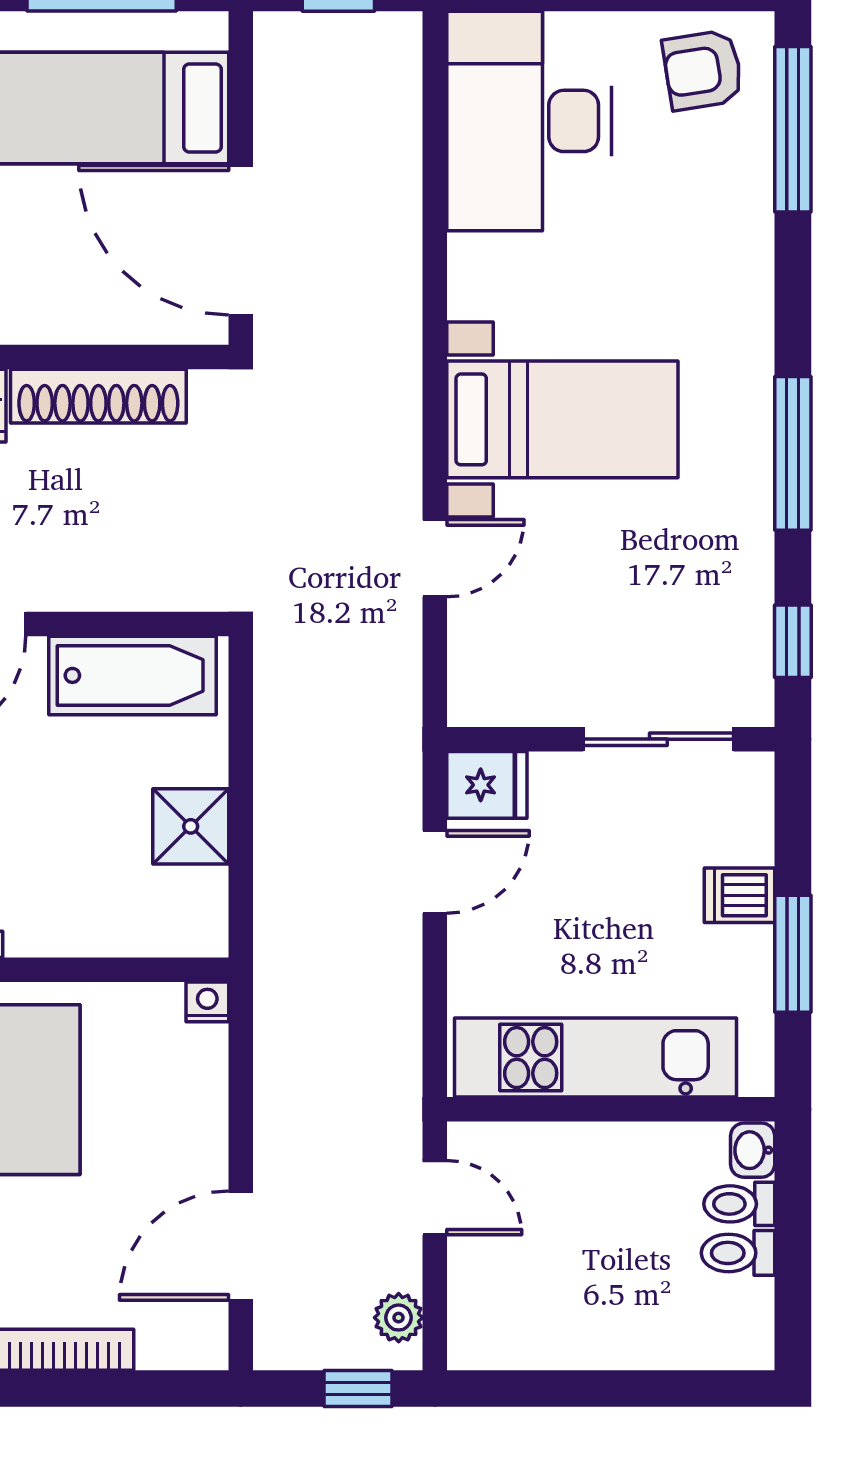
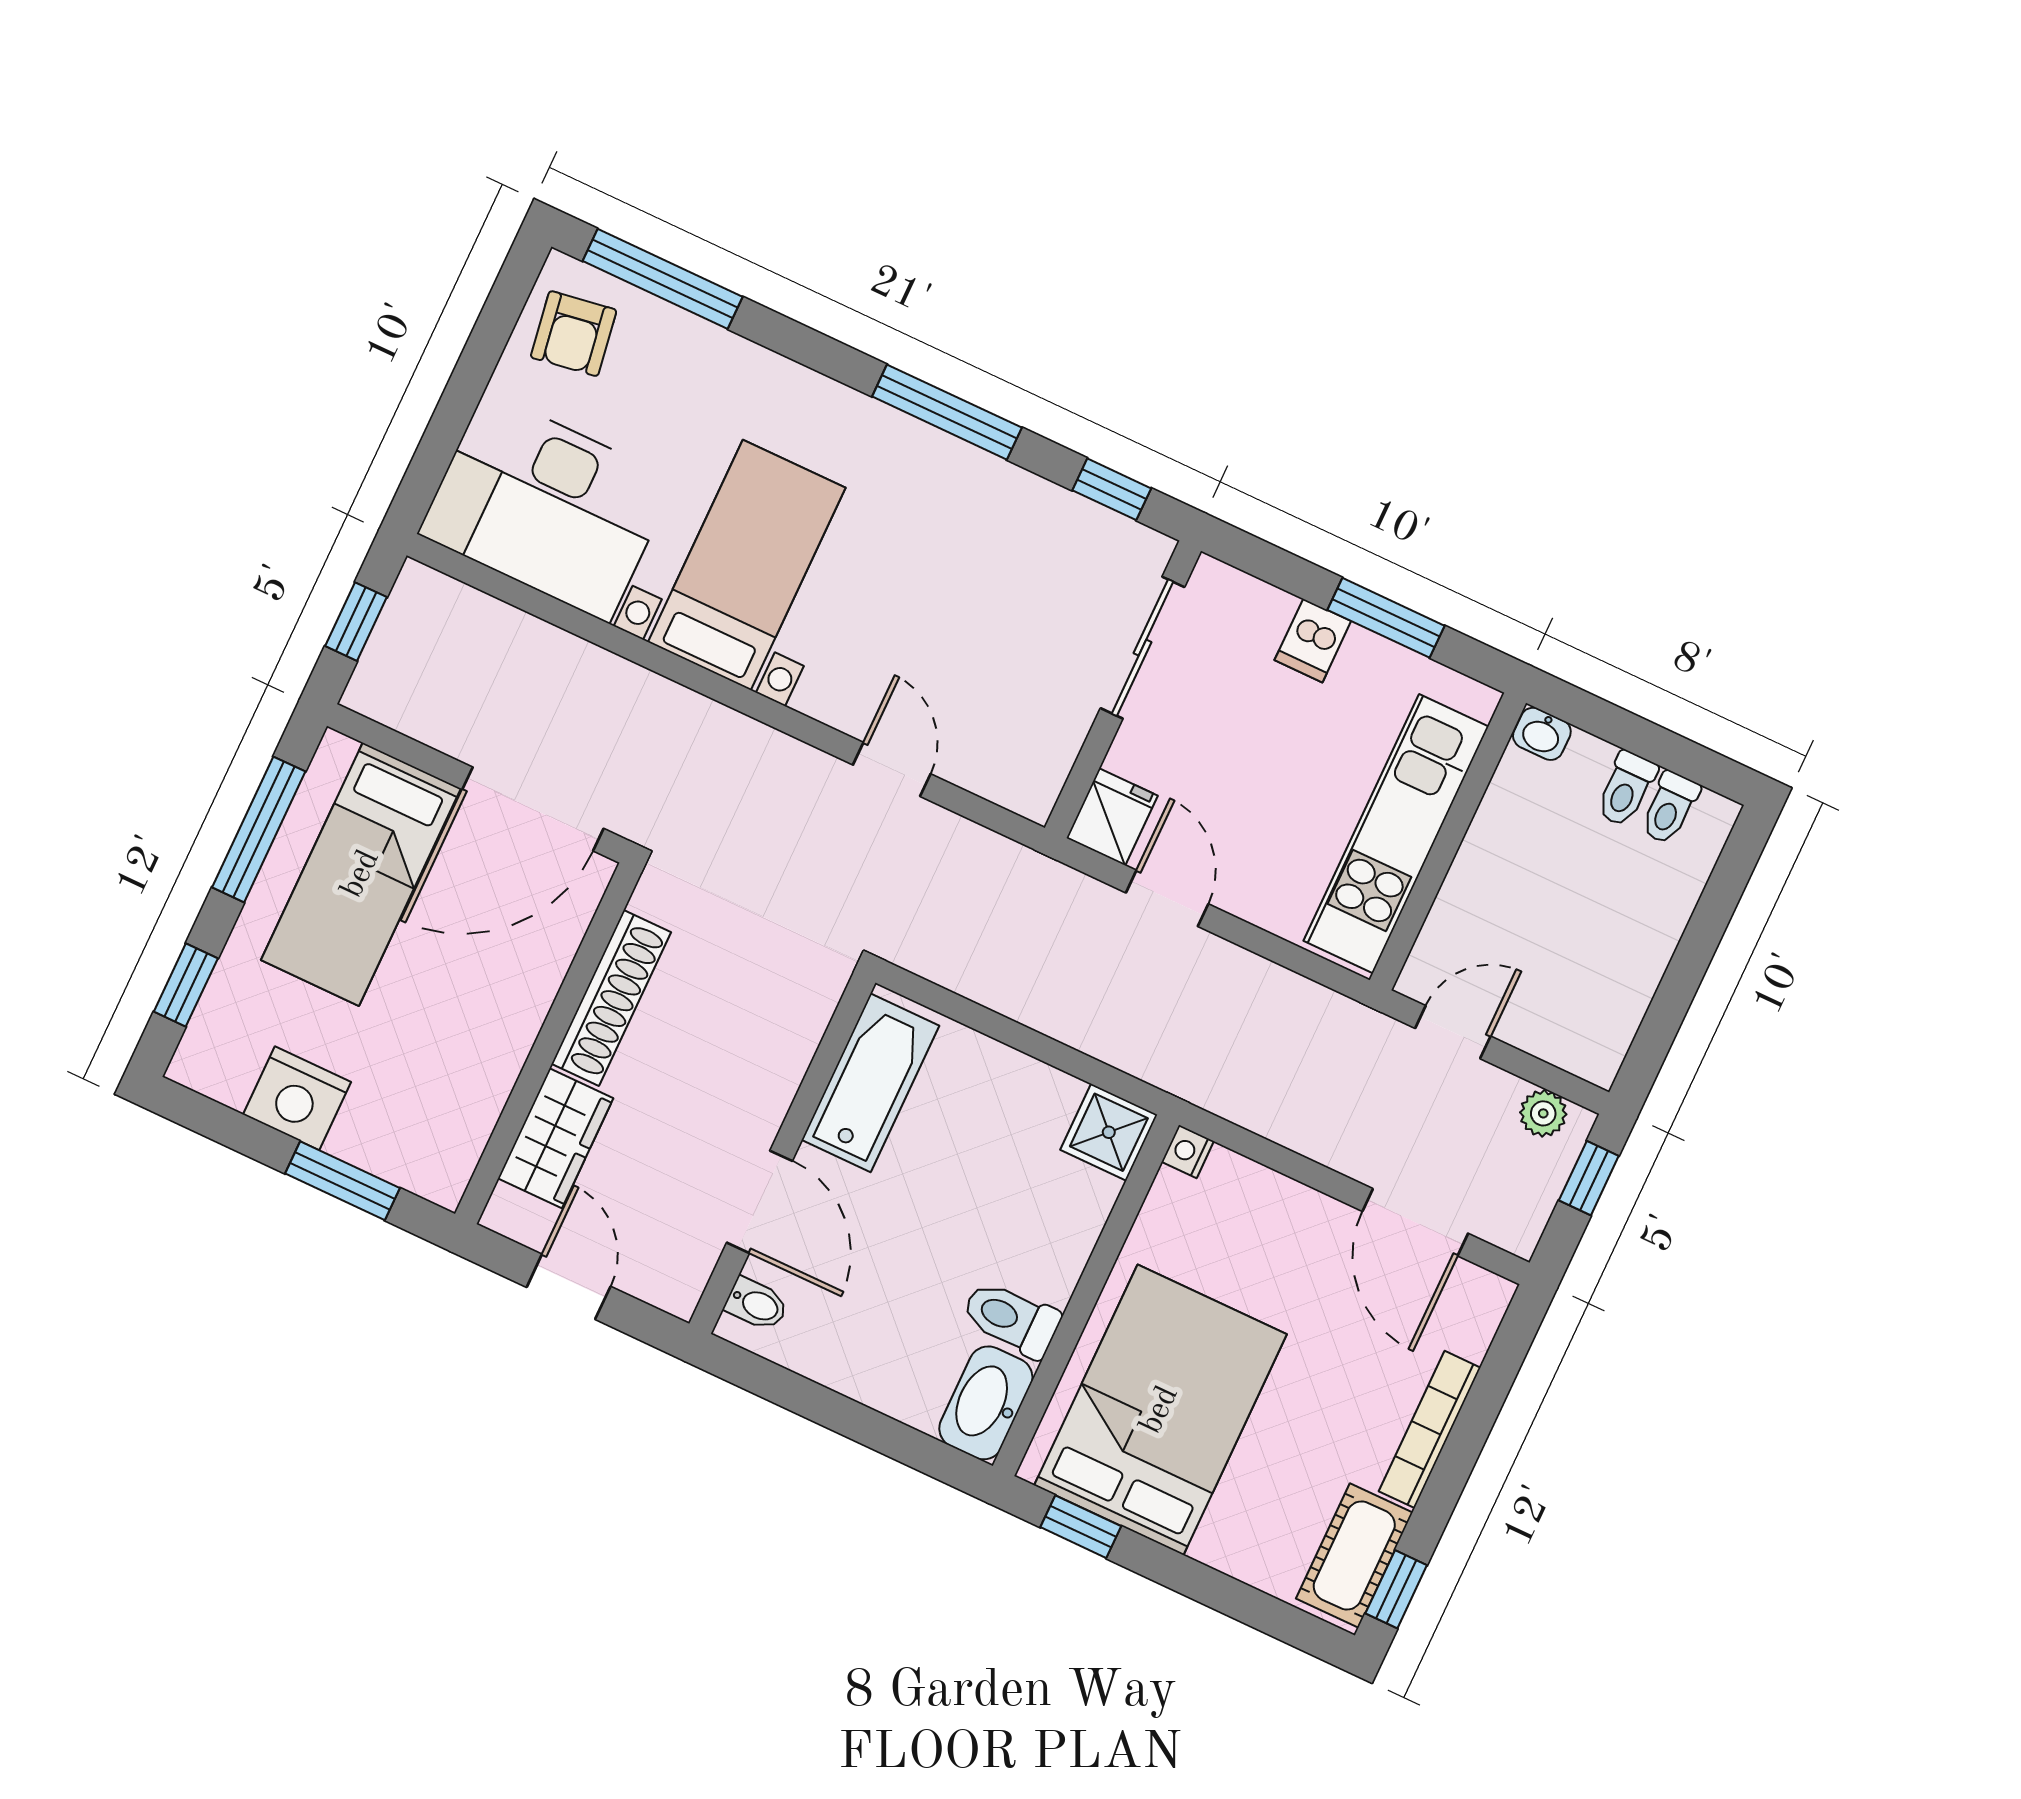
bed with nightstands: (562, 419) -> (747, 565), moved
shower: (191, 826) -> (1109, 1132), moved
toilet: (739, 1204) -> (1670, 808), moved

